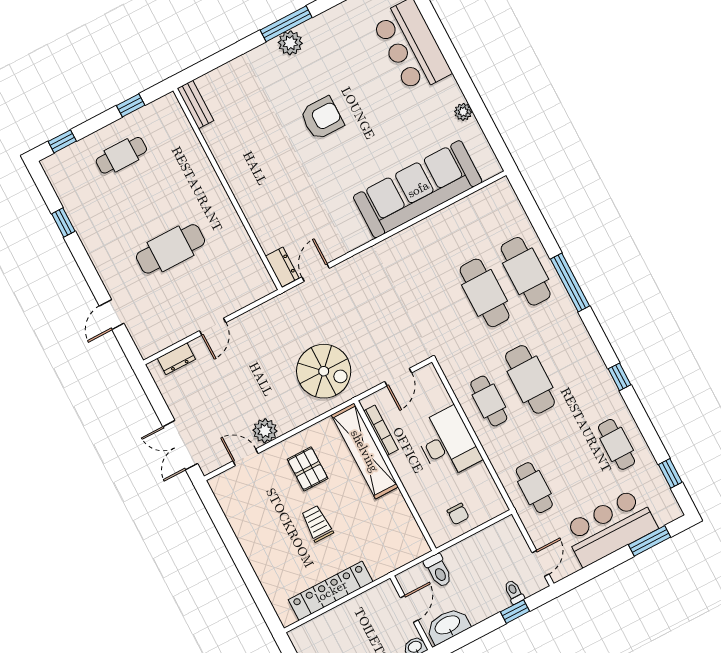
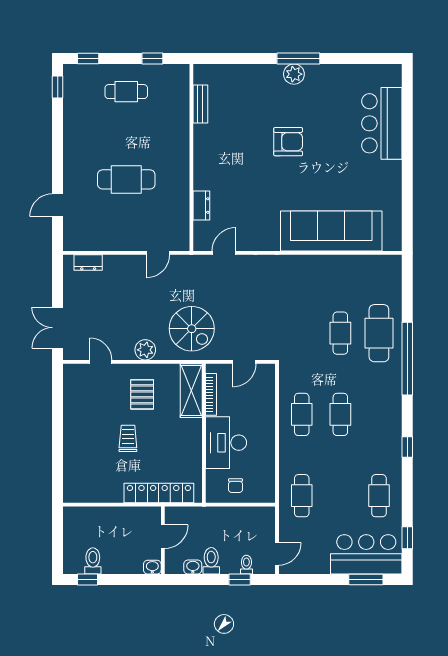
bench: (195, 104) -> (200, 104), moved
plant: (463, 112) -> (395, 192), removed
window: (63, 223) -> (58, 87), moved
dresser: (282, 267) -> (201, 206), moved
window: (570, 282) -> (407, 359), width x1.46
cafe table: (485, 293) -> (340, 333), width x0.73, depth x0.74
door: (213, 327) -> (158, 253), moved
cafe table: (530, 379) -> (340, 414), width x0.73, depth x0.74
plant: (265, 431) -> (145, 350), moved
desk: (447, 443) -> (226, 443), moved, turned 180
shelving: (365, 451) -> (191, 391), width x0.68
bar counter: (610, 528) -> (366, 554), moved
toilet: (438, 571) -> (211, 561), moved, turned 180
locker: (331, 591) -> (159, 493), moved
washbasin: (448, 626) -> (193, 567), width x0.52, depth x0.69

